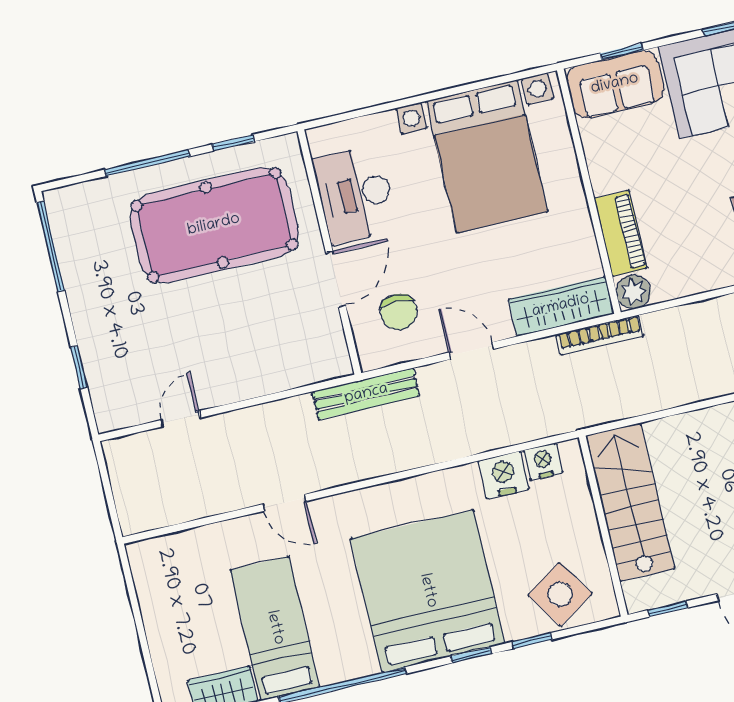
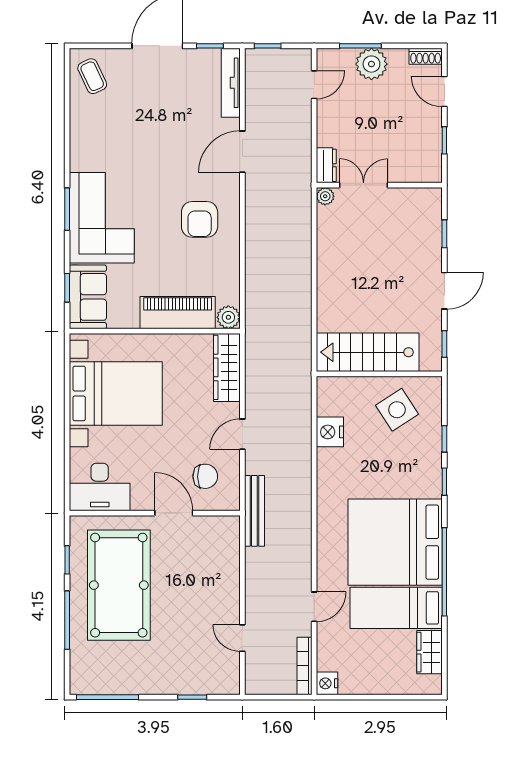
desk: (355, 194) -> (100, 487), moved
piano: (621, 233) -> (178, 313), width x1.37, depth x1.33
bookcase: (600, 335) -> (304, 666), moved, turned 180
nightstand: (543, 461) -> (327, 683), moved
door: (284, 503) -> (314, 607), moved
bed: (428, 591) -> (395, 542), moved
side table: (560, 594) -> (397, 410), moved

